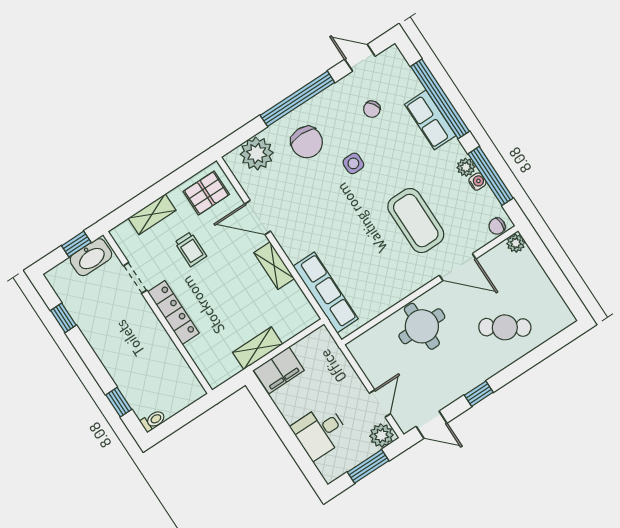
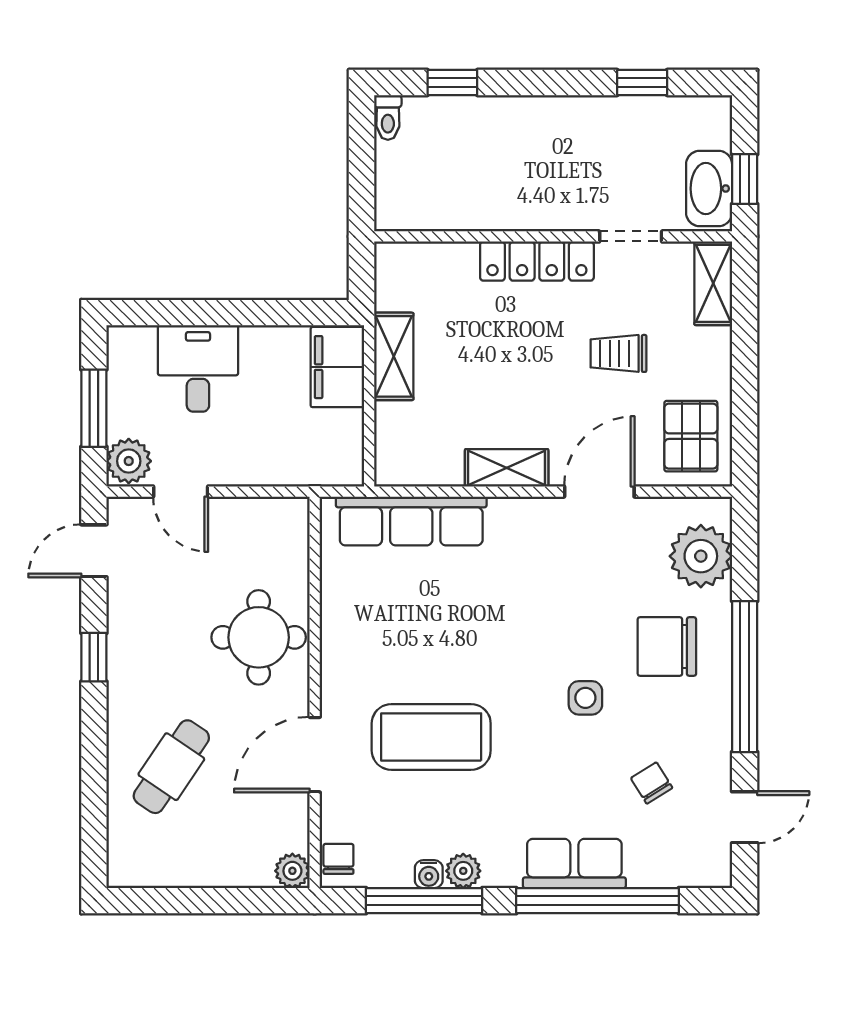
shelving: (152, 214) -> (713, 283), moved

